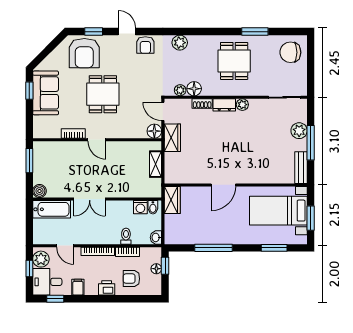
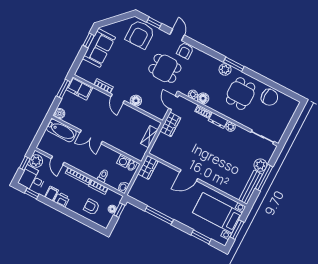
window: (255, 32) -> (234, 64), moved
plant: (180, 43) -> (225, 69), moved
chair: (290, 52) -> (269, 97), moved, turned 180
dining table: (103, 94) -> (165, 68), moved, turned 90
floor lamp: (154, 131) -> (136, 101), moved
freezer: (47, 151) -> (80, 88), added
bench: (301, 168) -> (251, 187), width x1.36
printer: (107, 288) -> (62, 200), moved

